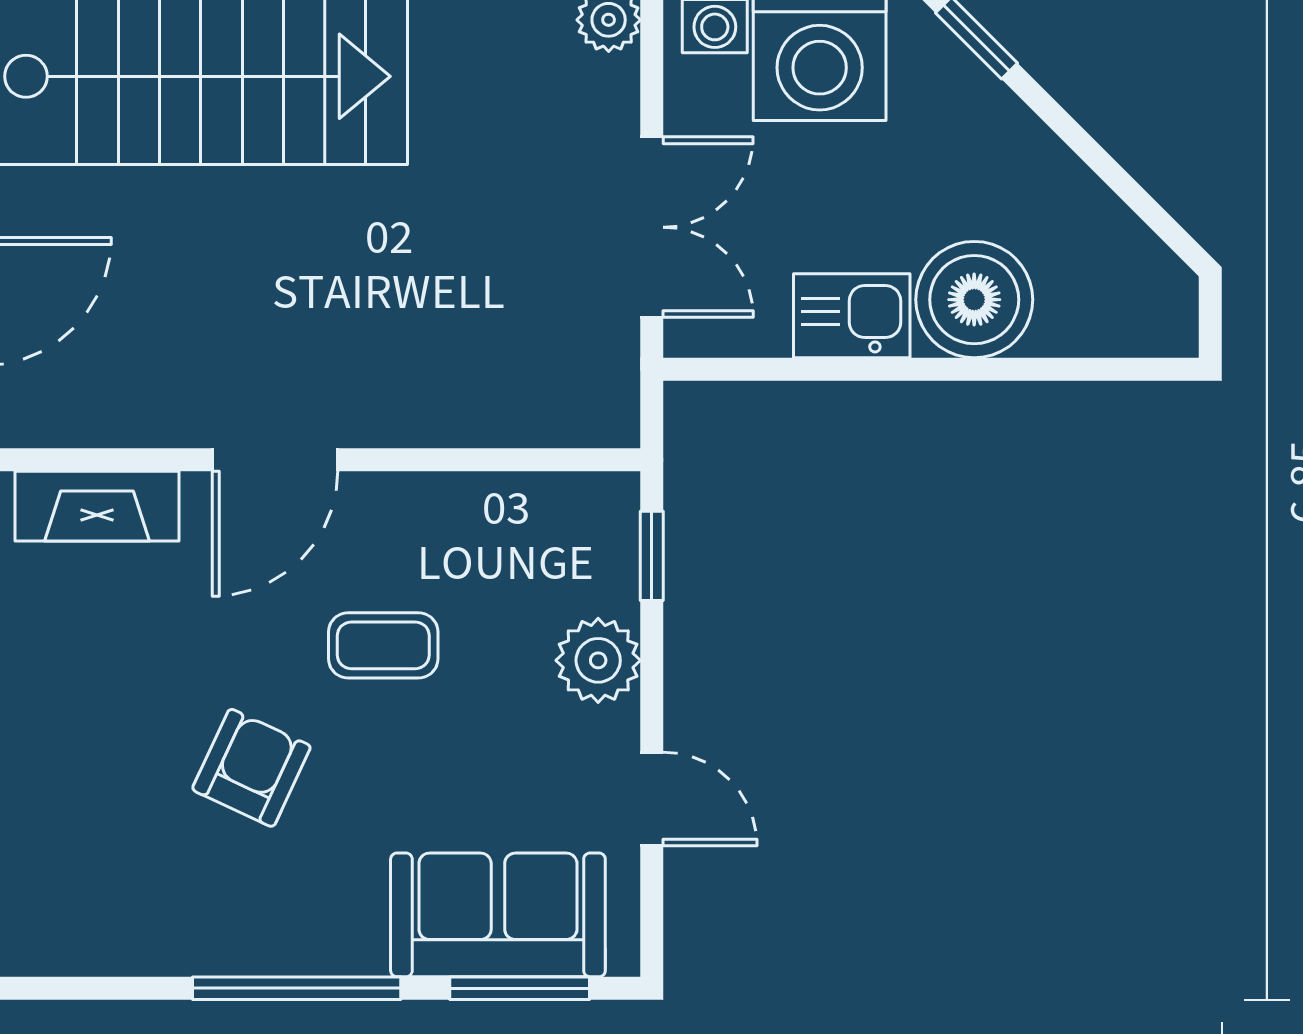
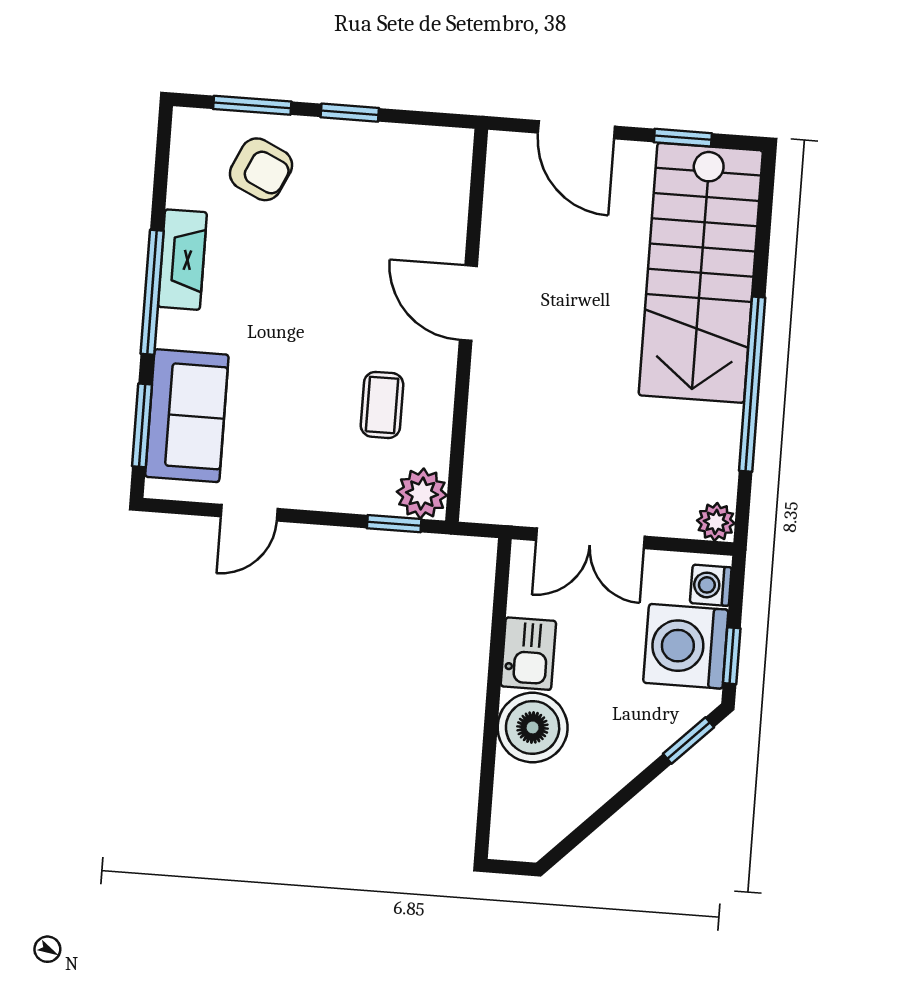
fireplace: (97, 506) -> (182, 260), moved, turned 180
coffee table: (383, 645) -> (382, 405), moved
plant: (598, 660) -> (422, 494), moved
armchair: (251, 768) -> (261, 169), moved

